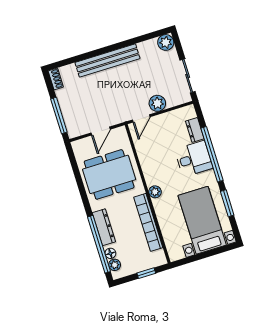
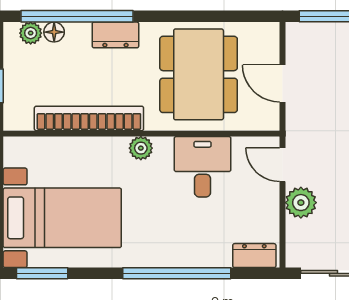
dresser: (195, 130) -> (254, 256), moved
desk: (194, 159) -> (203, 167), moved, turned 180
window: (227, 203) -> (42, 273), moved
dresser: (104, 227) -> (115, 35), width x0.70

